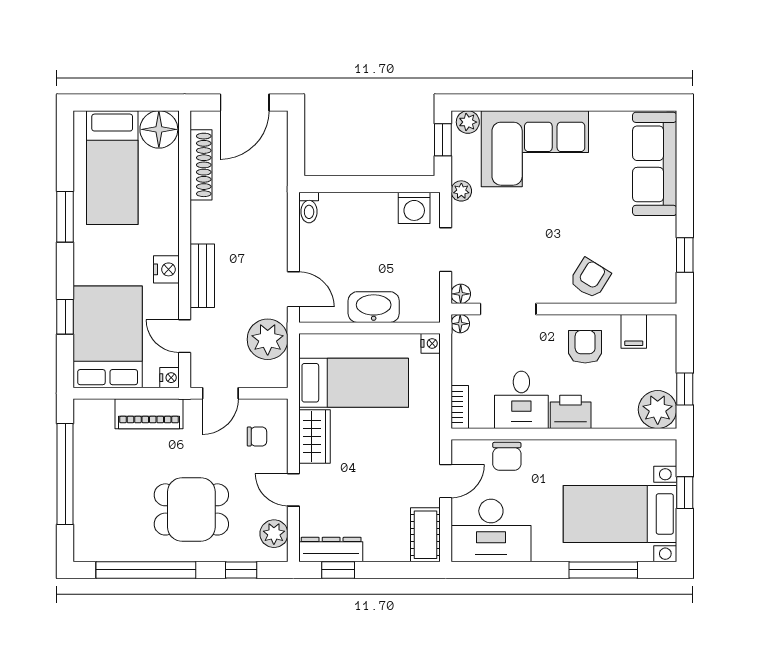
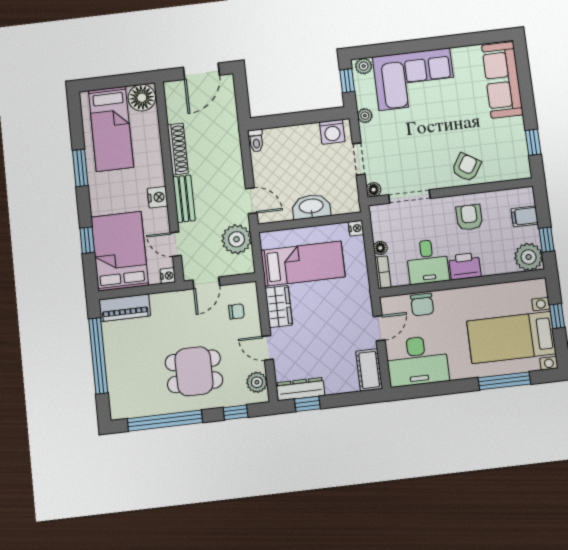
shoe rack: (201, 165) -> (178, 149), moved
floor lamp: (460, 324) -> (380, 248), moved
filing cabinet: (634, 331) -> (525, 216), moved, turned 90
piano: (149, 414) -> (125, 308), moved

